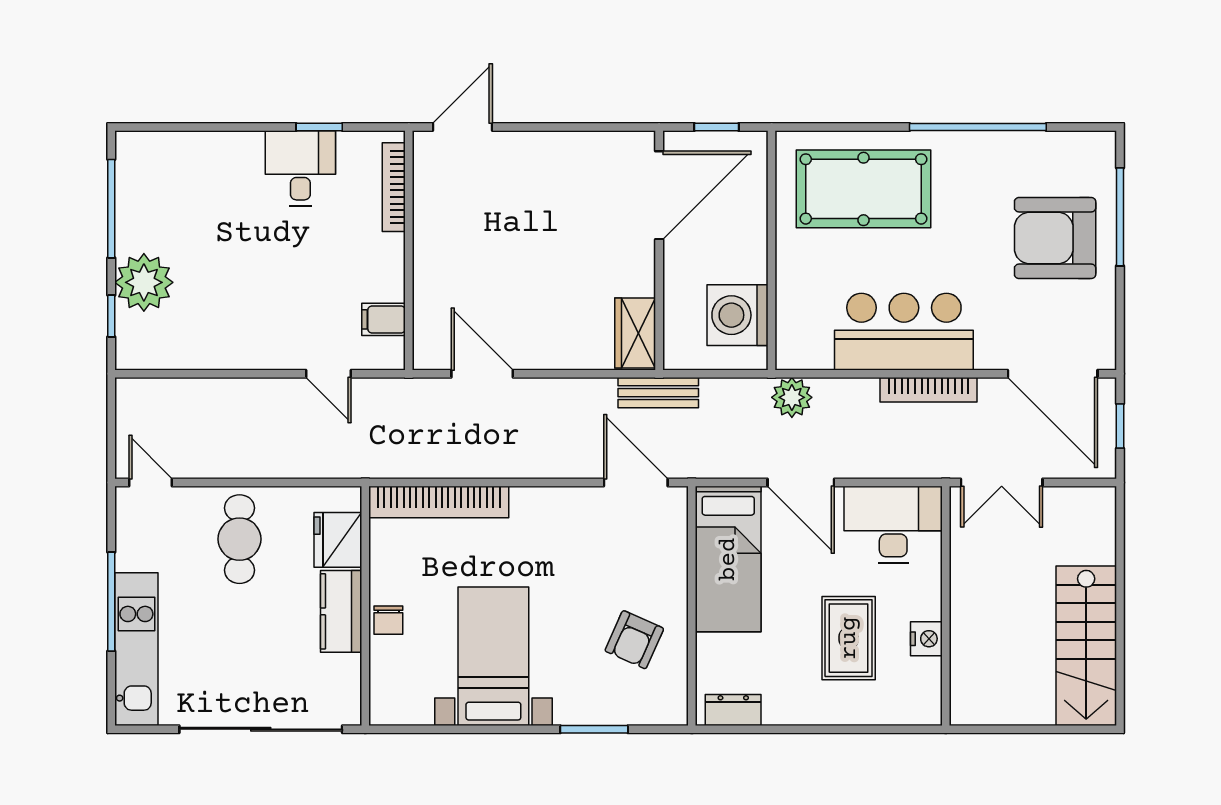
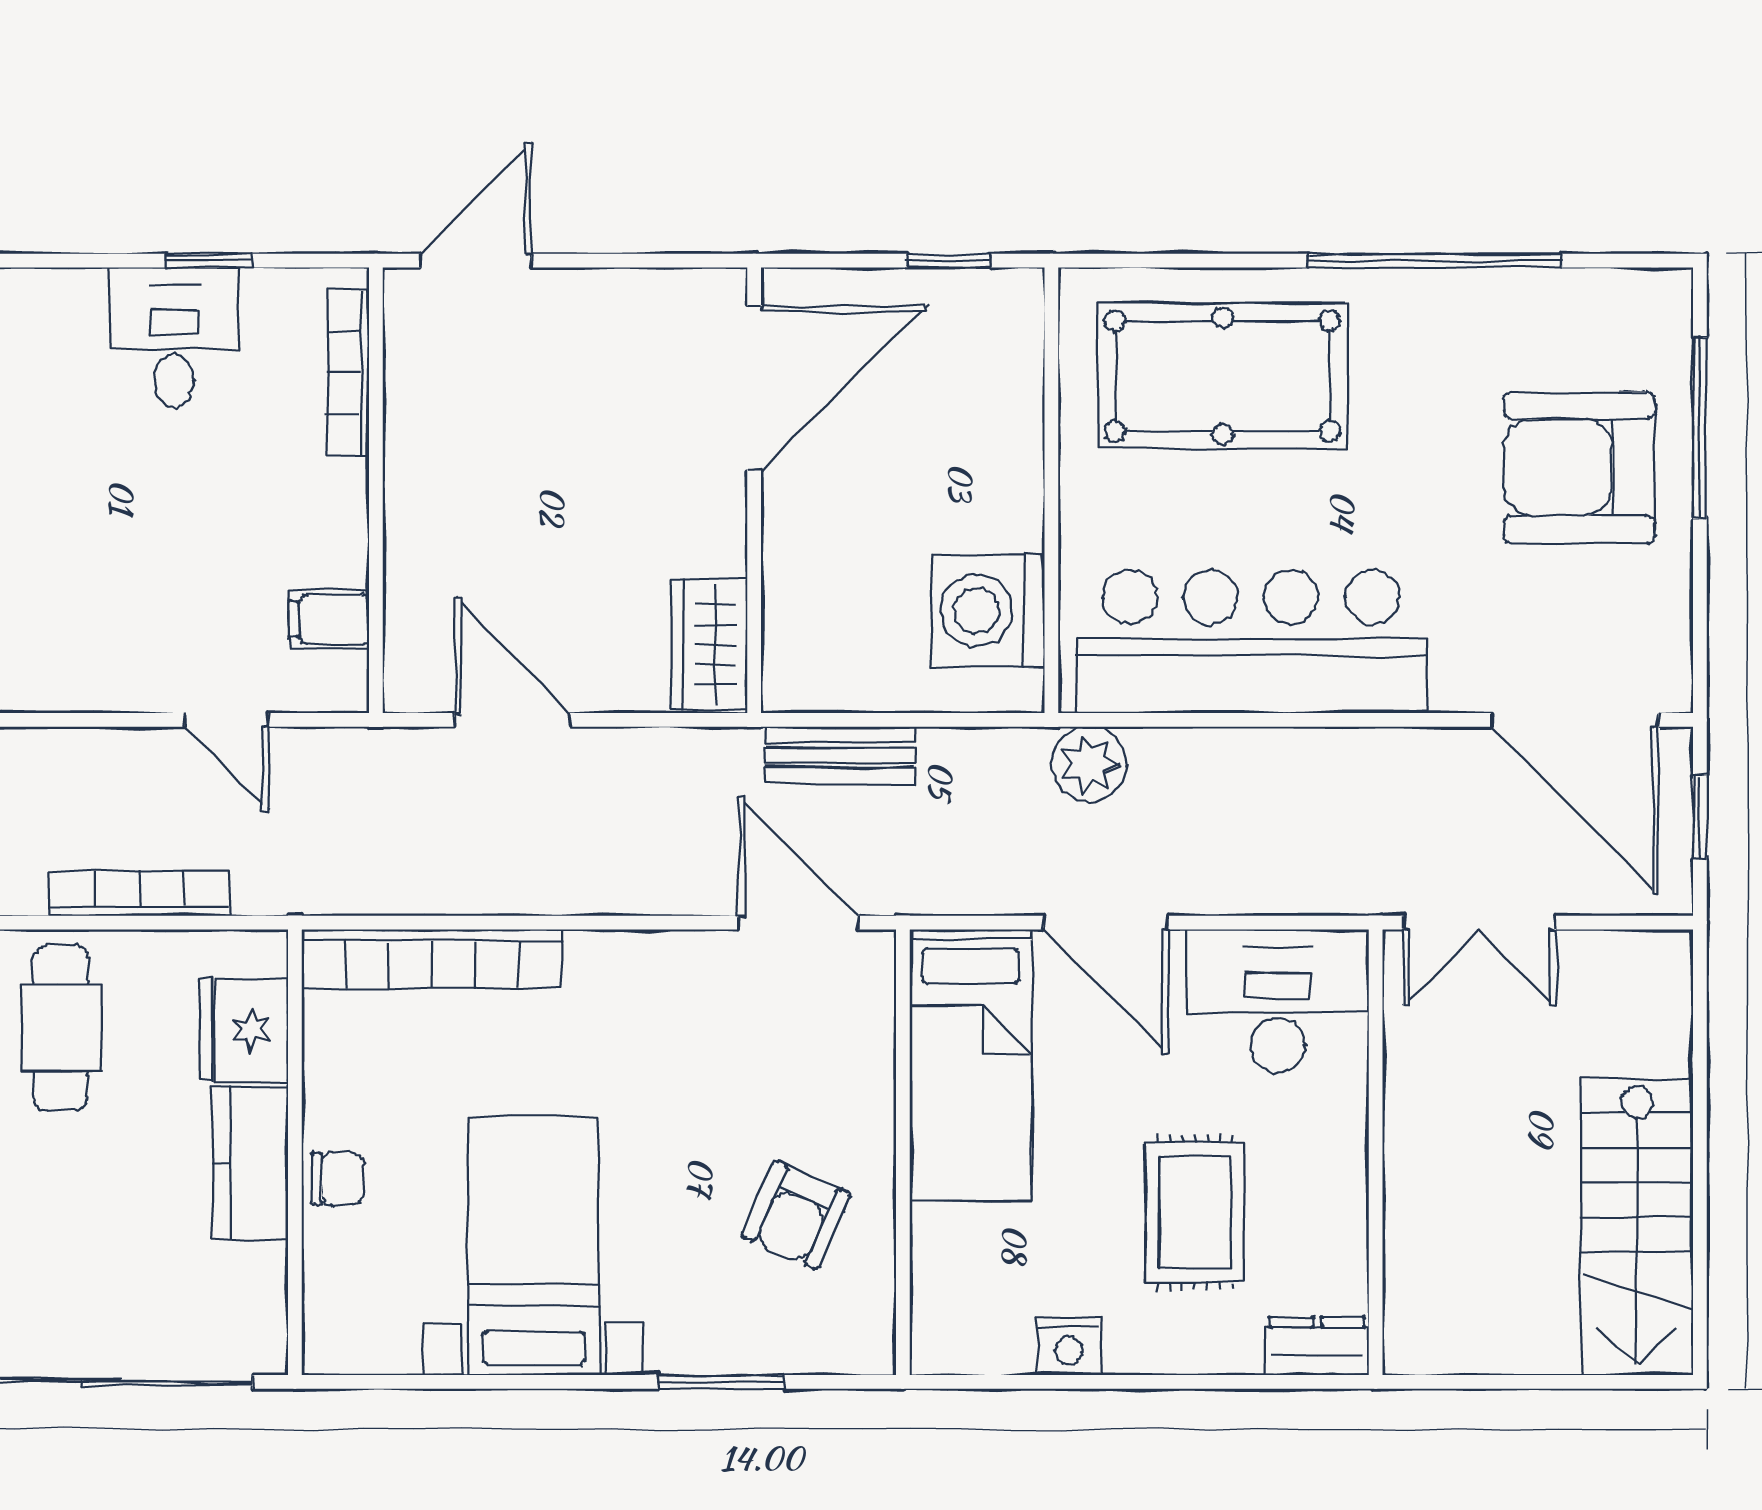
door: (659, 195) -> (754, 388), moved
wall: (659, 250) -> (754, 490), moved
bar counter: (904, 332) -> (1251, 642), width x1.36
wardrobe: (635, 333) -> (710, 644), moved
bookcase: (928, 390) -> (139, 893), moved, turned 180
chair: (388, 620) -> (338, 1179), turned -90
nightstand: (926, 639) -> (1069, 1346), moved, turned 90
dresser: (733, 710) -> (1317, 1346), moved

